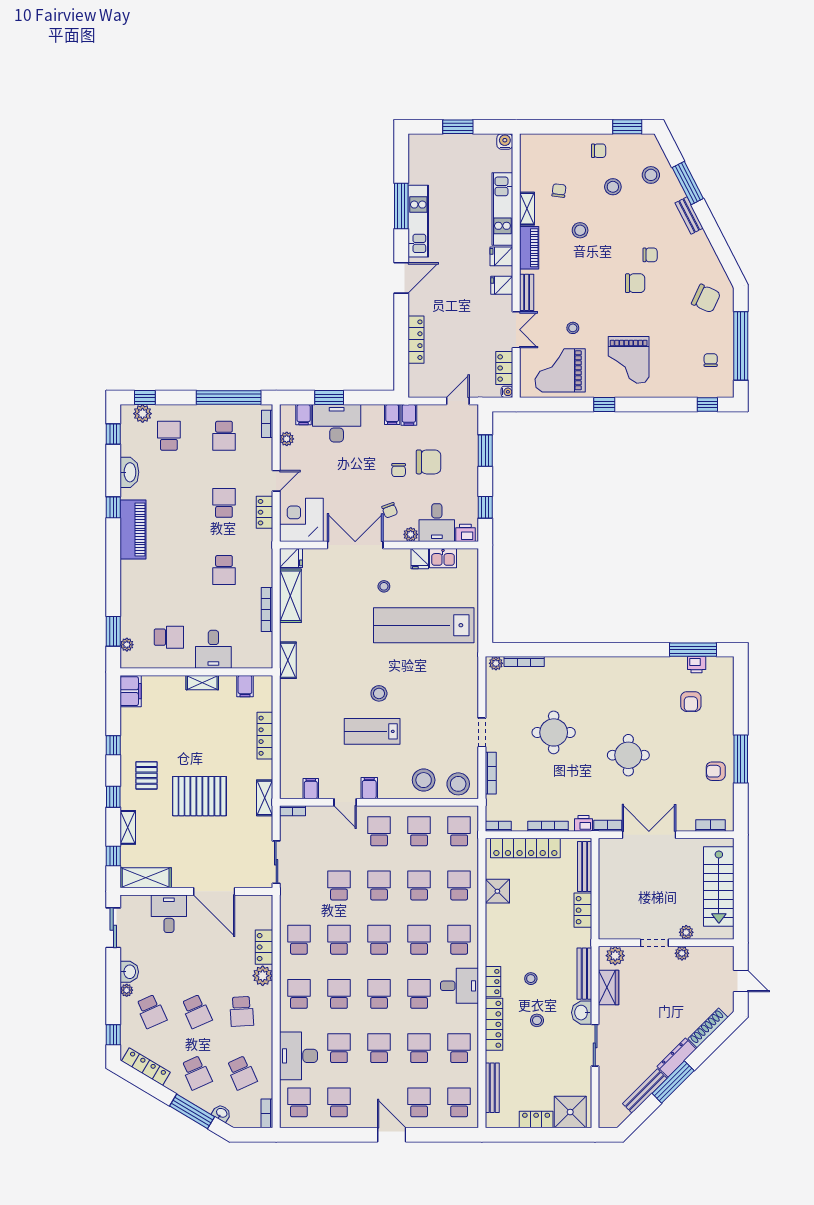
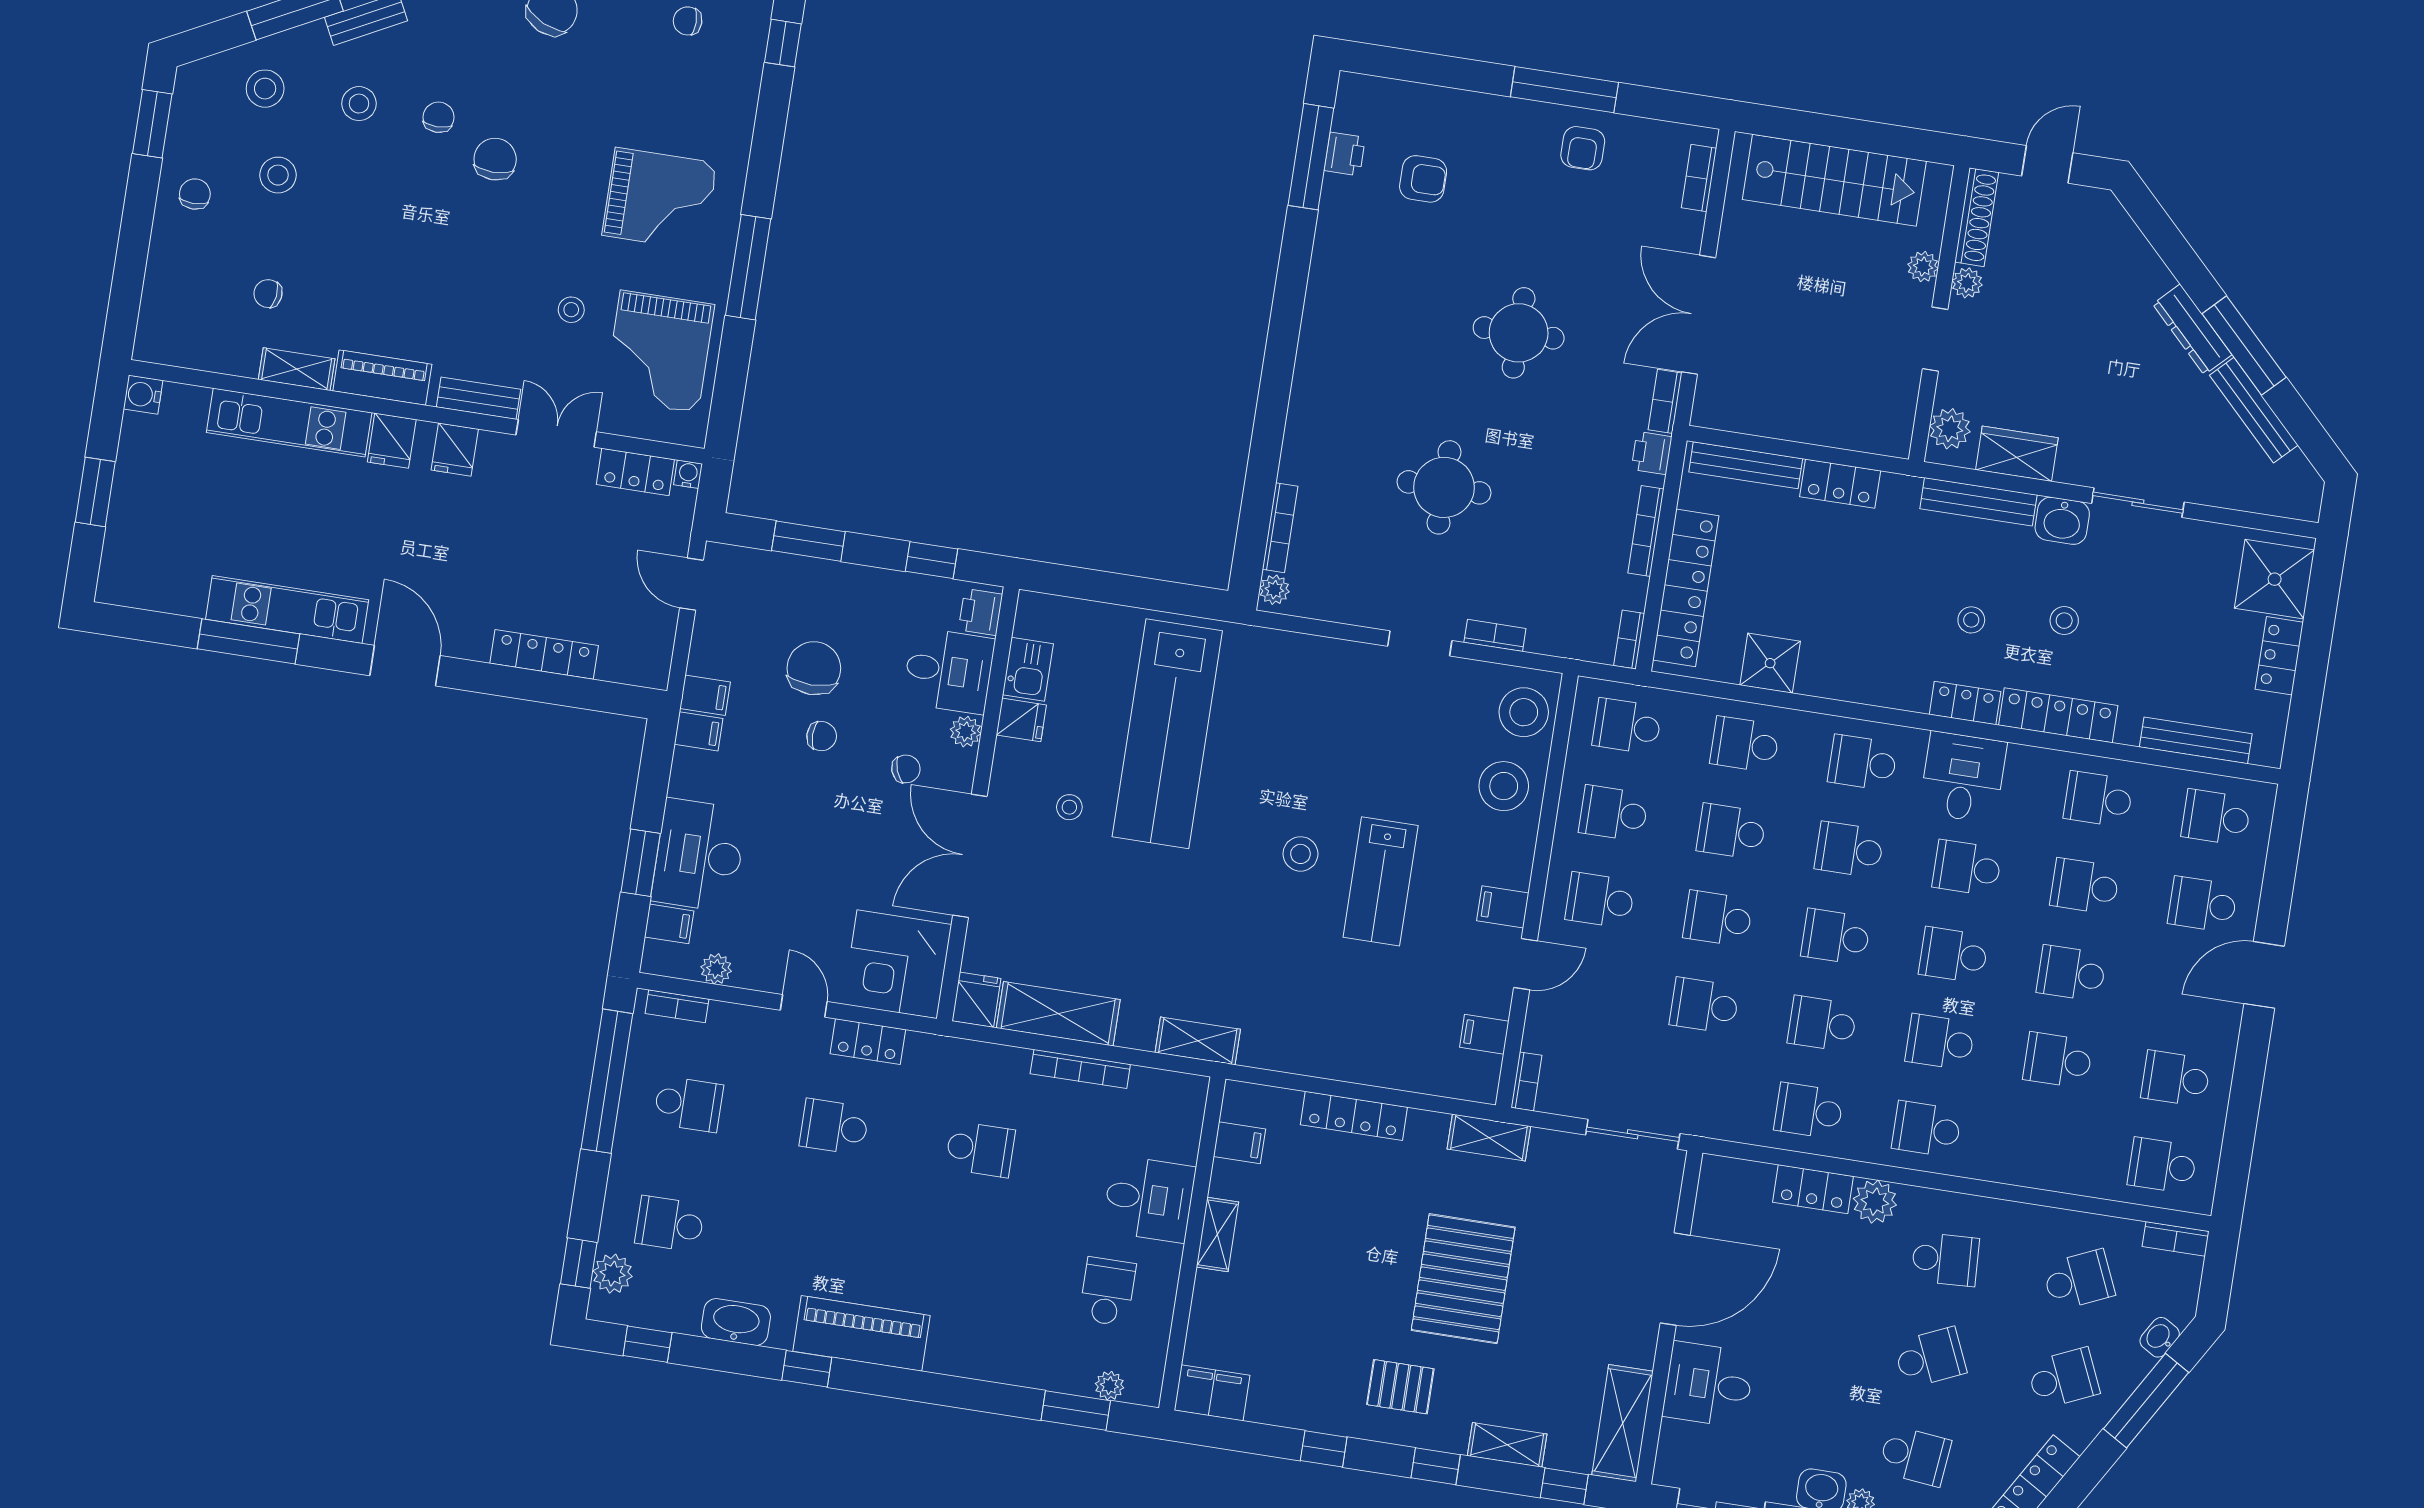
stool: (580, 230) -> (359, 104), moved
window: (604, 404) -> (748, 267), width x2.17
bookcase: (491, 773) -> (1495, 635), width x0.64
school desk: (151, 1011) -> (1915, 1456), turned 30
shoe rack: (708, 1028) -> (1977, 217), moved, turned -135
desk: (298, 1056) -> (2061, 1151), removed

